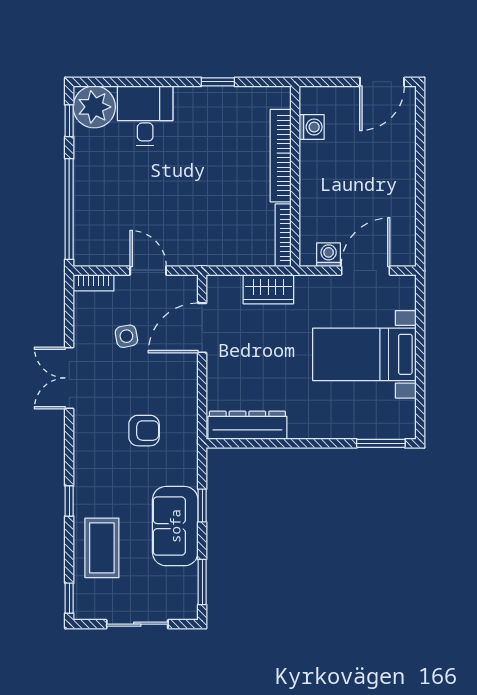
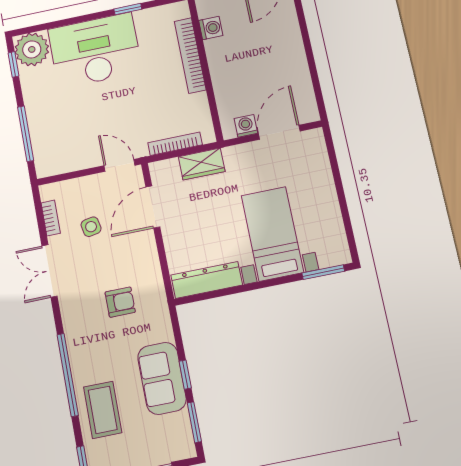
desk: (145, 116) -> (95, 51), width x1.87, depth x1.30
window: (69, 209) -> (26, 134), width x0.68
bookcase: (283, 235) -> (175, 144), moved, turned 90
door: (148, 271) -> (119, 165), moved
bookcase: (94, 283) -> (51, 218), moved, turned -90
bed with nightstands: (364, 354) -> (272, 234), moved, turned 90
window: (69, 501) -> (68, 375), width x3.17
window: (202, 506) -> (185, 375), moved

